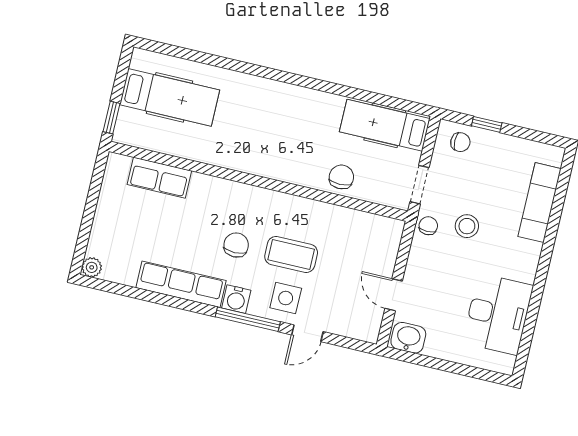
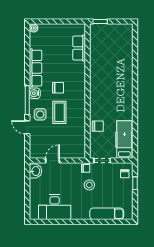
hospital bed: (170, 97) -> (115, 44), removed

